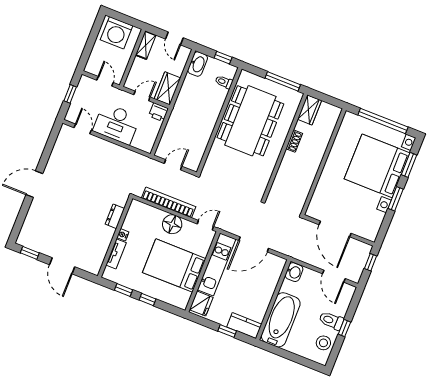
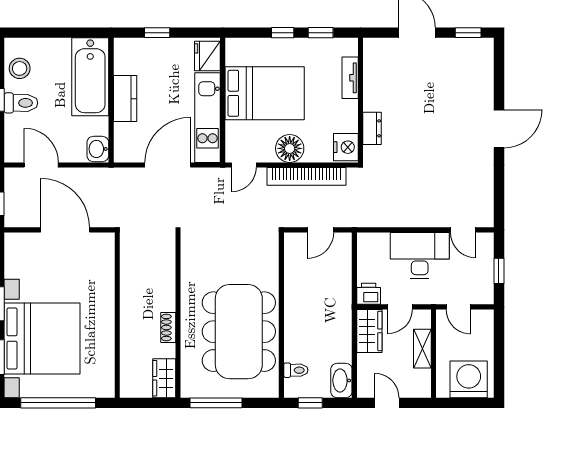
shelving: (146, 45) -> (422, 349), moved
nightstand: (123, 235) -> (346, 147), moved, width x1.89, depth x1.79
kitchen counter: (244, 326) -> (125, 99), moved, turned -90

